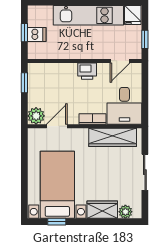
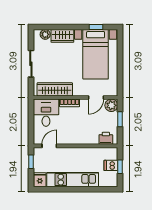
printer: (87, 71) -> (106, 138), moved
window: (24, 83) -> (120, 119), moved

